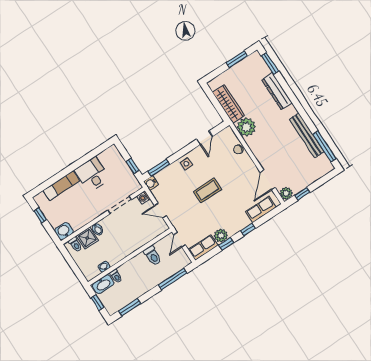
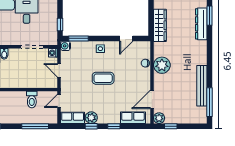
dresser: (277, 91) -> (201, 24), moved
plant: (246, 127) -> (162, 65), moved

